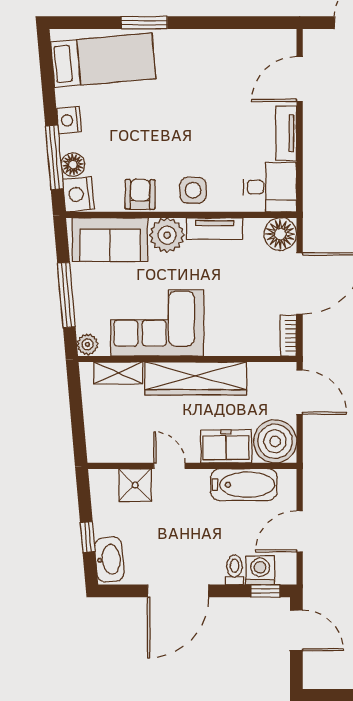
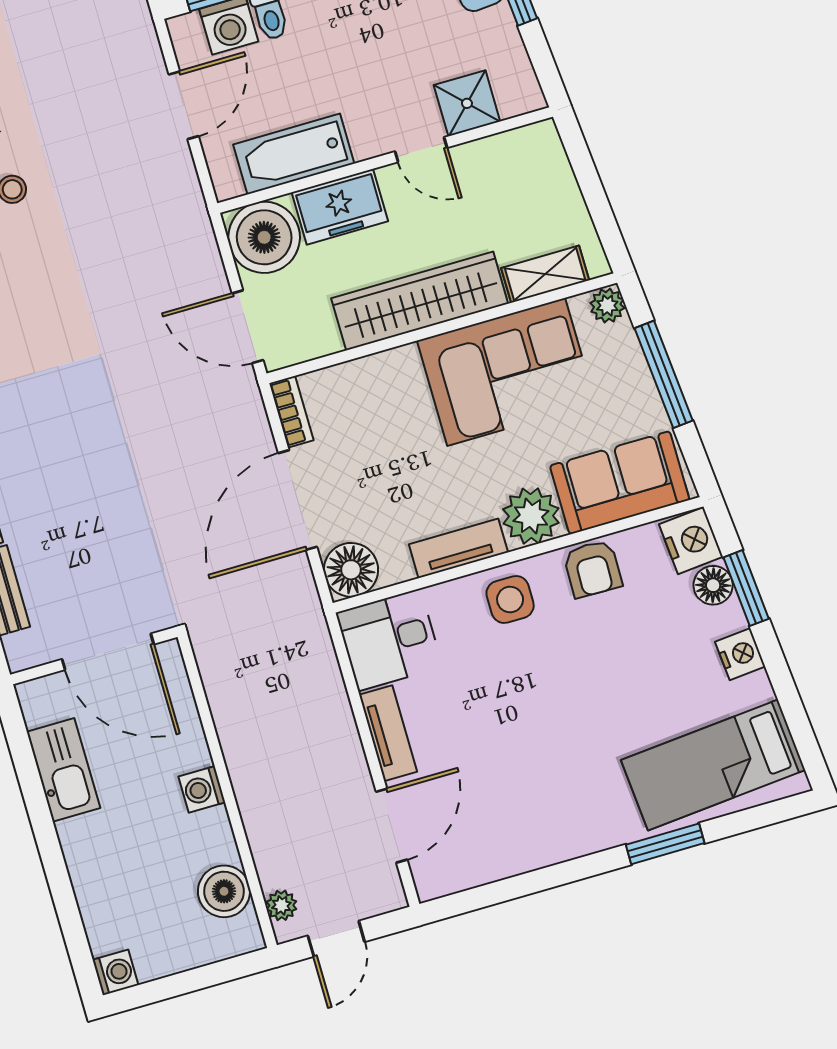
window: (54, 157) -> (746, 588), width x0.69

